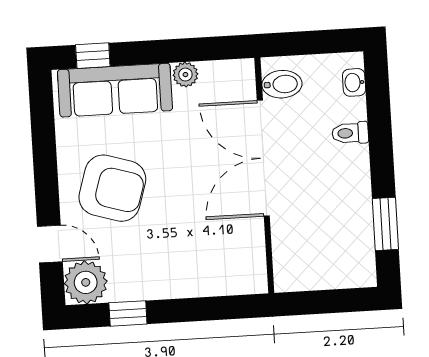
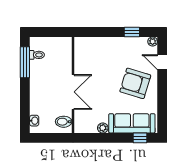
toilet: (350, 133) -> (37, 55), moved
double door: (263, 158) -> (73, 92), width x0.73
window: (385, 224) -> (25, 62), width x1.44
plant: (86, 282) -> (153, 41), width x0.53, depth x0.53

